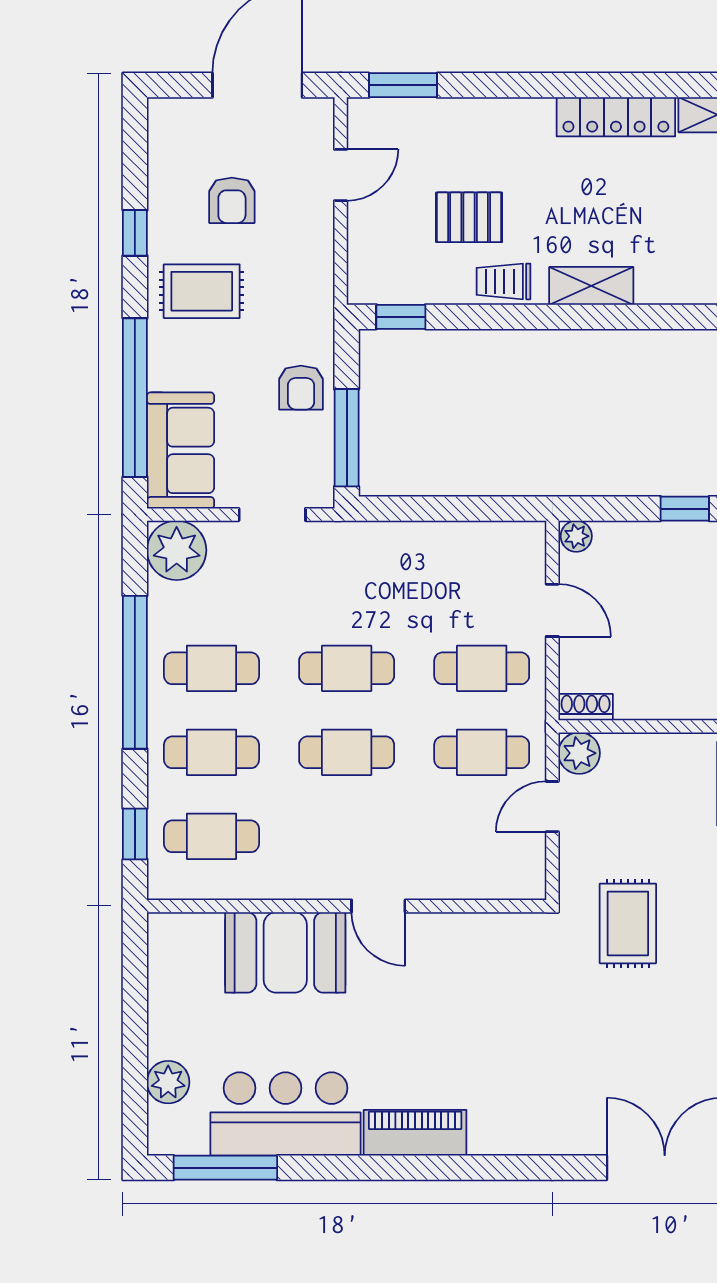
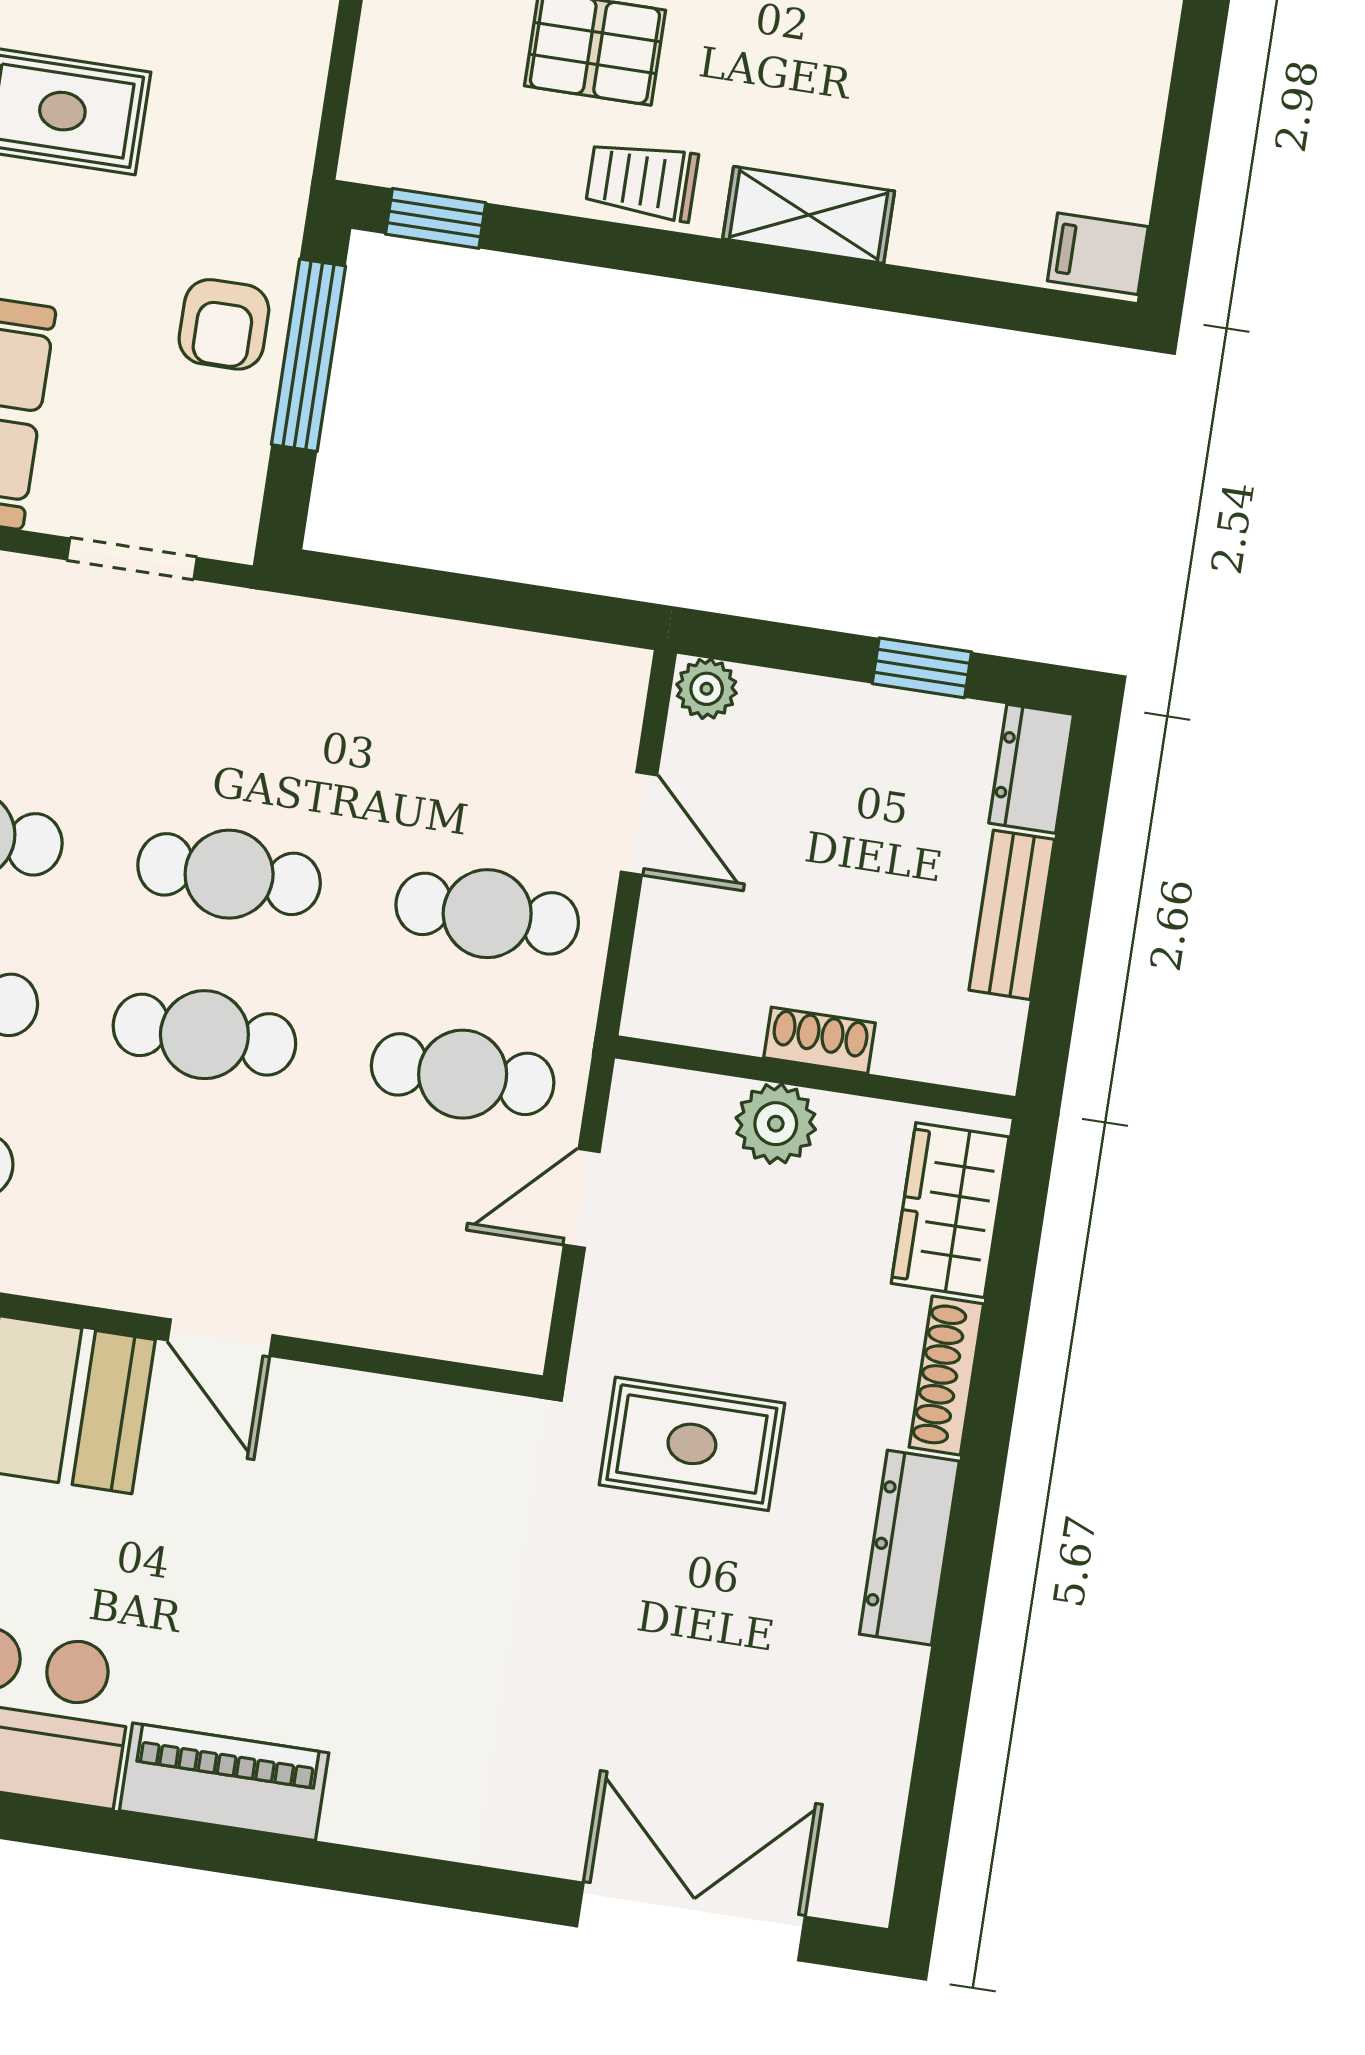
window: (347, 438) -> (308, 355), moved
shoe rack: (586, 707) -> (820, 1040), moved
plant: (579, 753) -> (776, 1124), moved
rug: (628, 923) -> (692, 1444), turned 90

